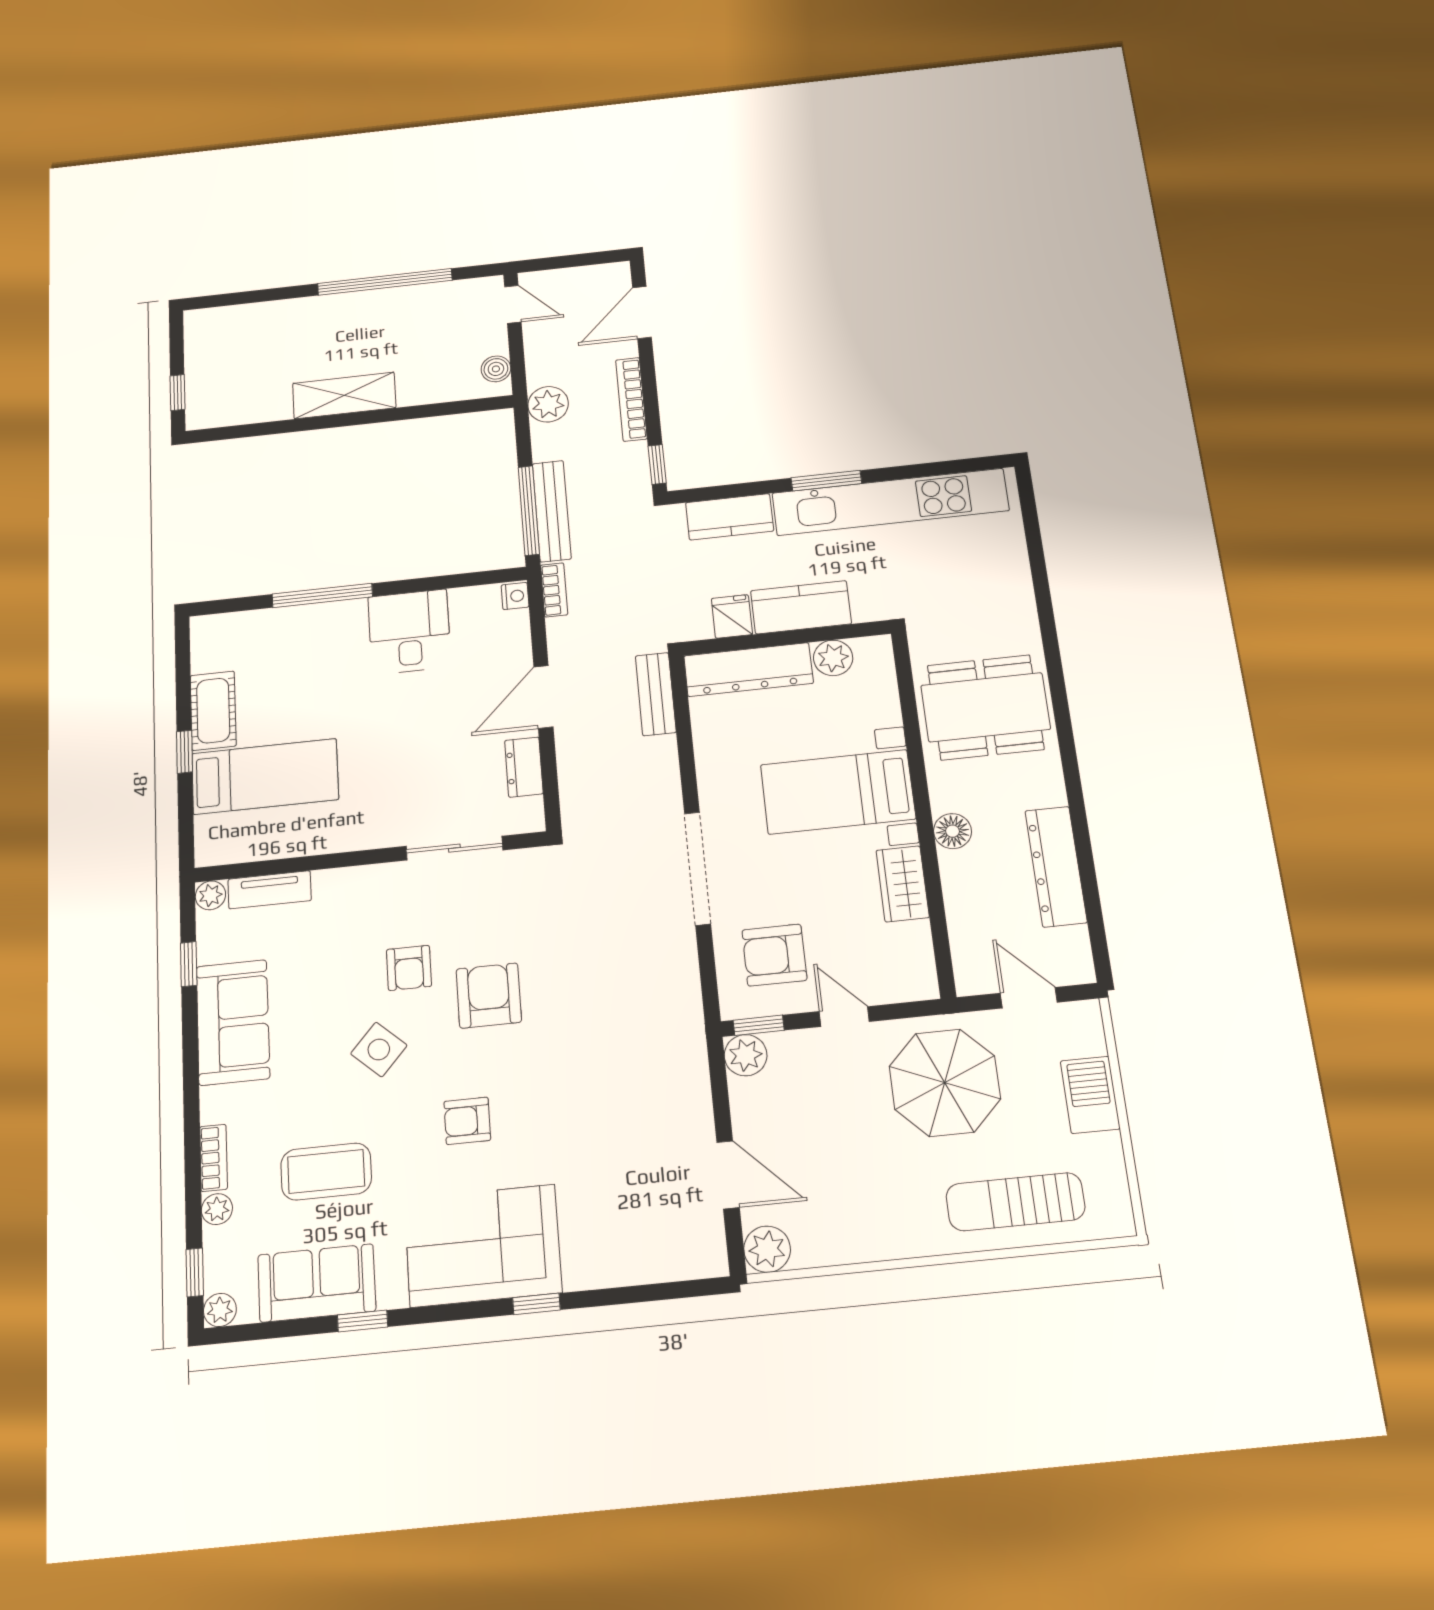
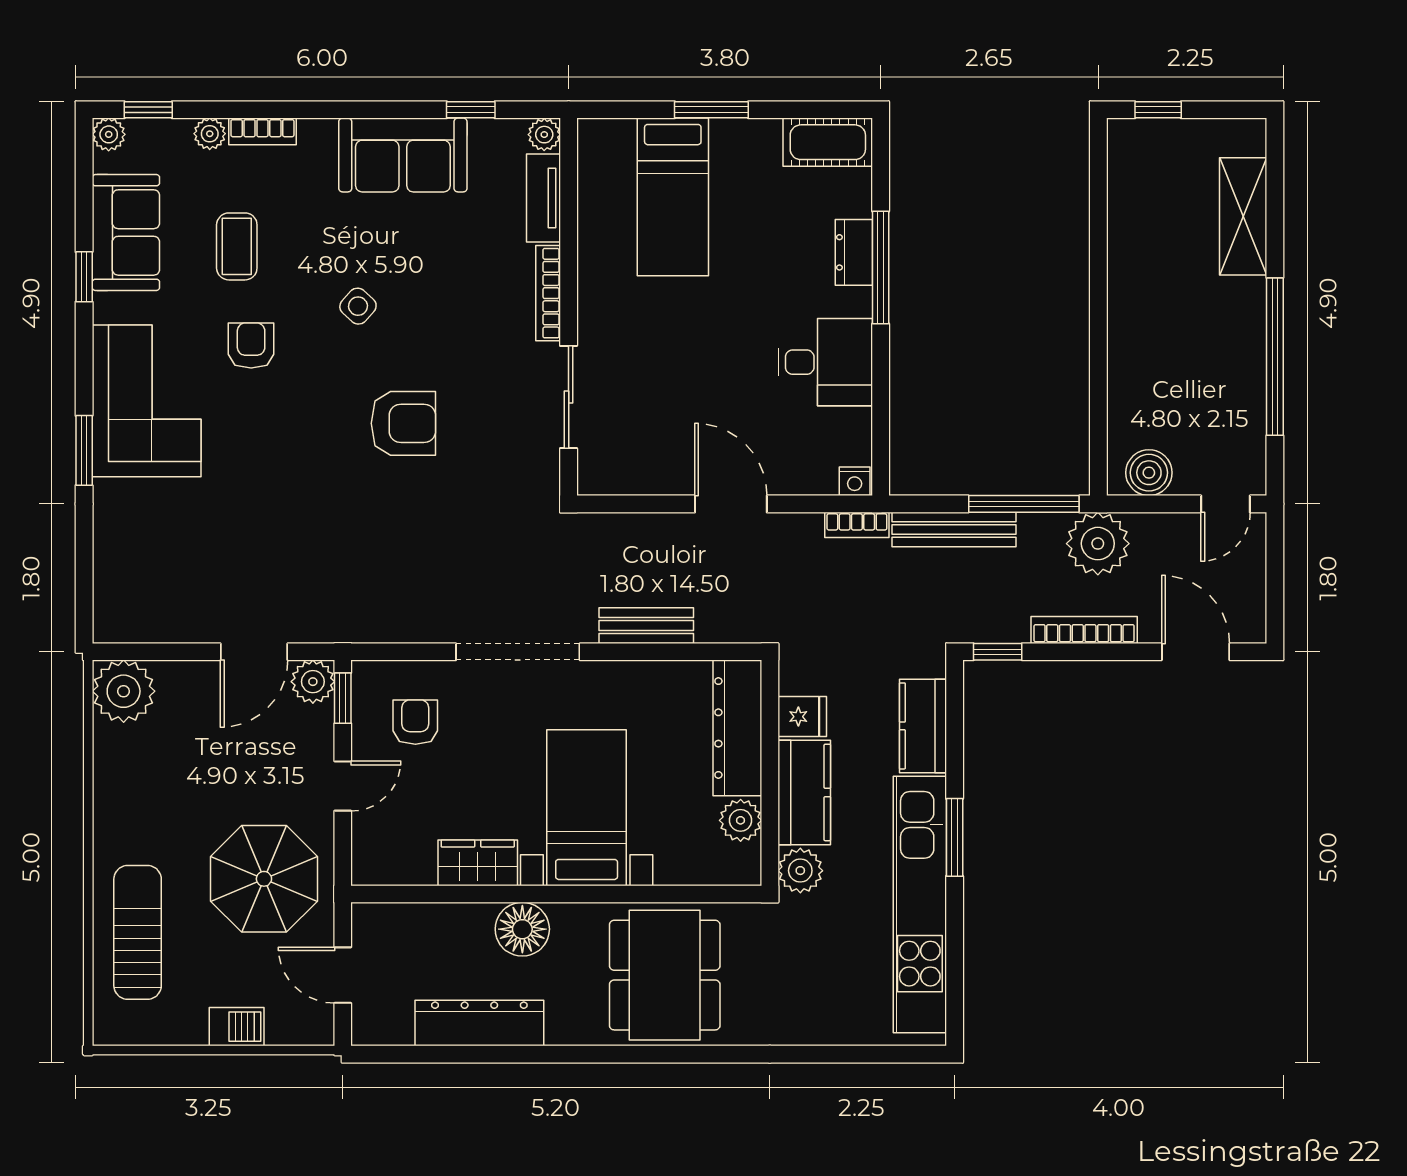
boiler: (496, 369) -> (1149, 473), width x1.36, depth x1.36
shelving: (344, 395) -> (1243, 216), moved
plant: (548, 404) -> (1098, 544), width x1.36, depth x1.36
window: (529, 511) -> (1024, 504), moved
plant: (873, 603) -> (800, 871), added
bench: (656, 694) -> (646, 626), moved
cot: (213, 711) -> (828, 142), moved
window: (185, 752) -> (711, 110), width x1.50
dresser: (524, 767) -> (854, 252), moved, turned -90
floor lamp: (953, 831) -> (522, 929), width x1.38, depth x1.38
bookcase: (358, 876) -> (548, 293), added
armchair: (774, 955) -> (415, 722), width x0.72, depth x0.72
armchair: (409, 968) -> (442, 342), removed
door: (1029, 998) -> (343, 975), swing flipped
side table: (379, 1049) -> (358, 306), width x0.73, depth x0.73
barbecue: (1090, 1095) -> (237, 1027), width x0.73, depth x0.79
armchair: (467, 1121) -> (251, 345), moved
coffee table: (326, 1172) -> (237, 246), width x0.73, depth x0.77
door: (728, 1175) -> (254, 652), moved
plant: (767, 1249) -> (124, 691), width x1.36, depth x1.36
window: (536, 1304) -> (84, 450), width x1.50

